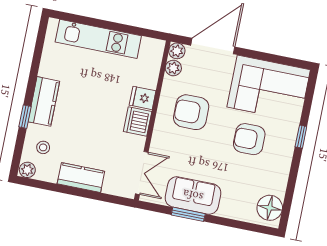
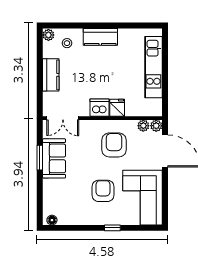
window: (25, 117) -> (87, 26), removed
floor lamp: (270, 208) -> (52, 220), width x0.53, depth x0.53

